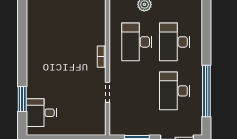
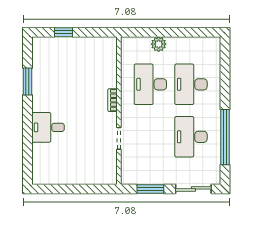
window: (22, 99) -> (27, 82), moved
desk: (41, 113) -> (48, 127), moved

